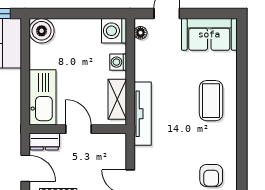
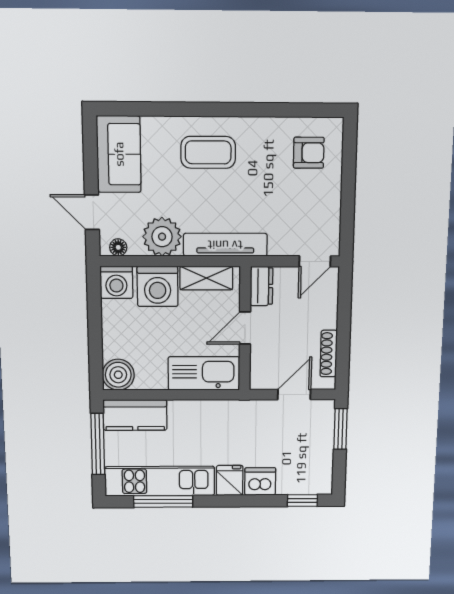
washing machine: (118, 62) -> (158, 286), width x1.89, depth x1.89
plant: (149, 66) -> (162, 237), added
dresser: (44, 142) -> (261, 286), moved

